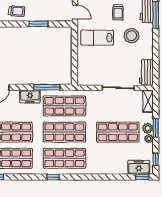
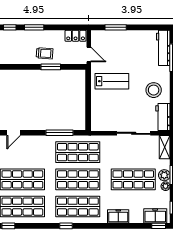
trolley: (17, 11) -> (45, 53), moved
trolley: (118, 12) -> (133, 55), removed
stool: (132, 36) -> (154, 90), moved
lab bench: (97, 38) -> (112, 81), turned 180
freezer: (30, 96) -> (118, 216), moved, turned 180

